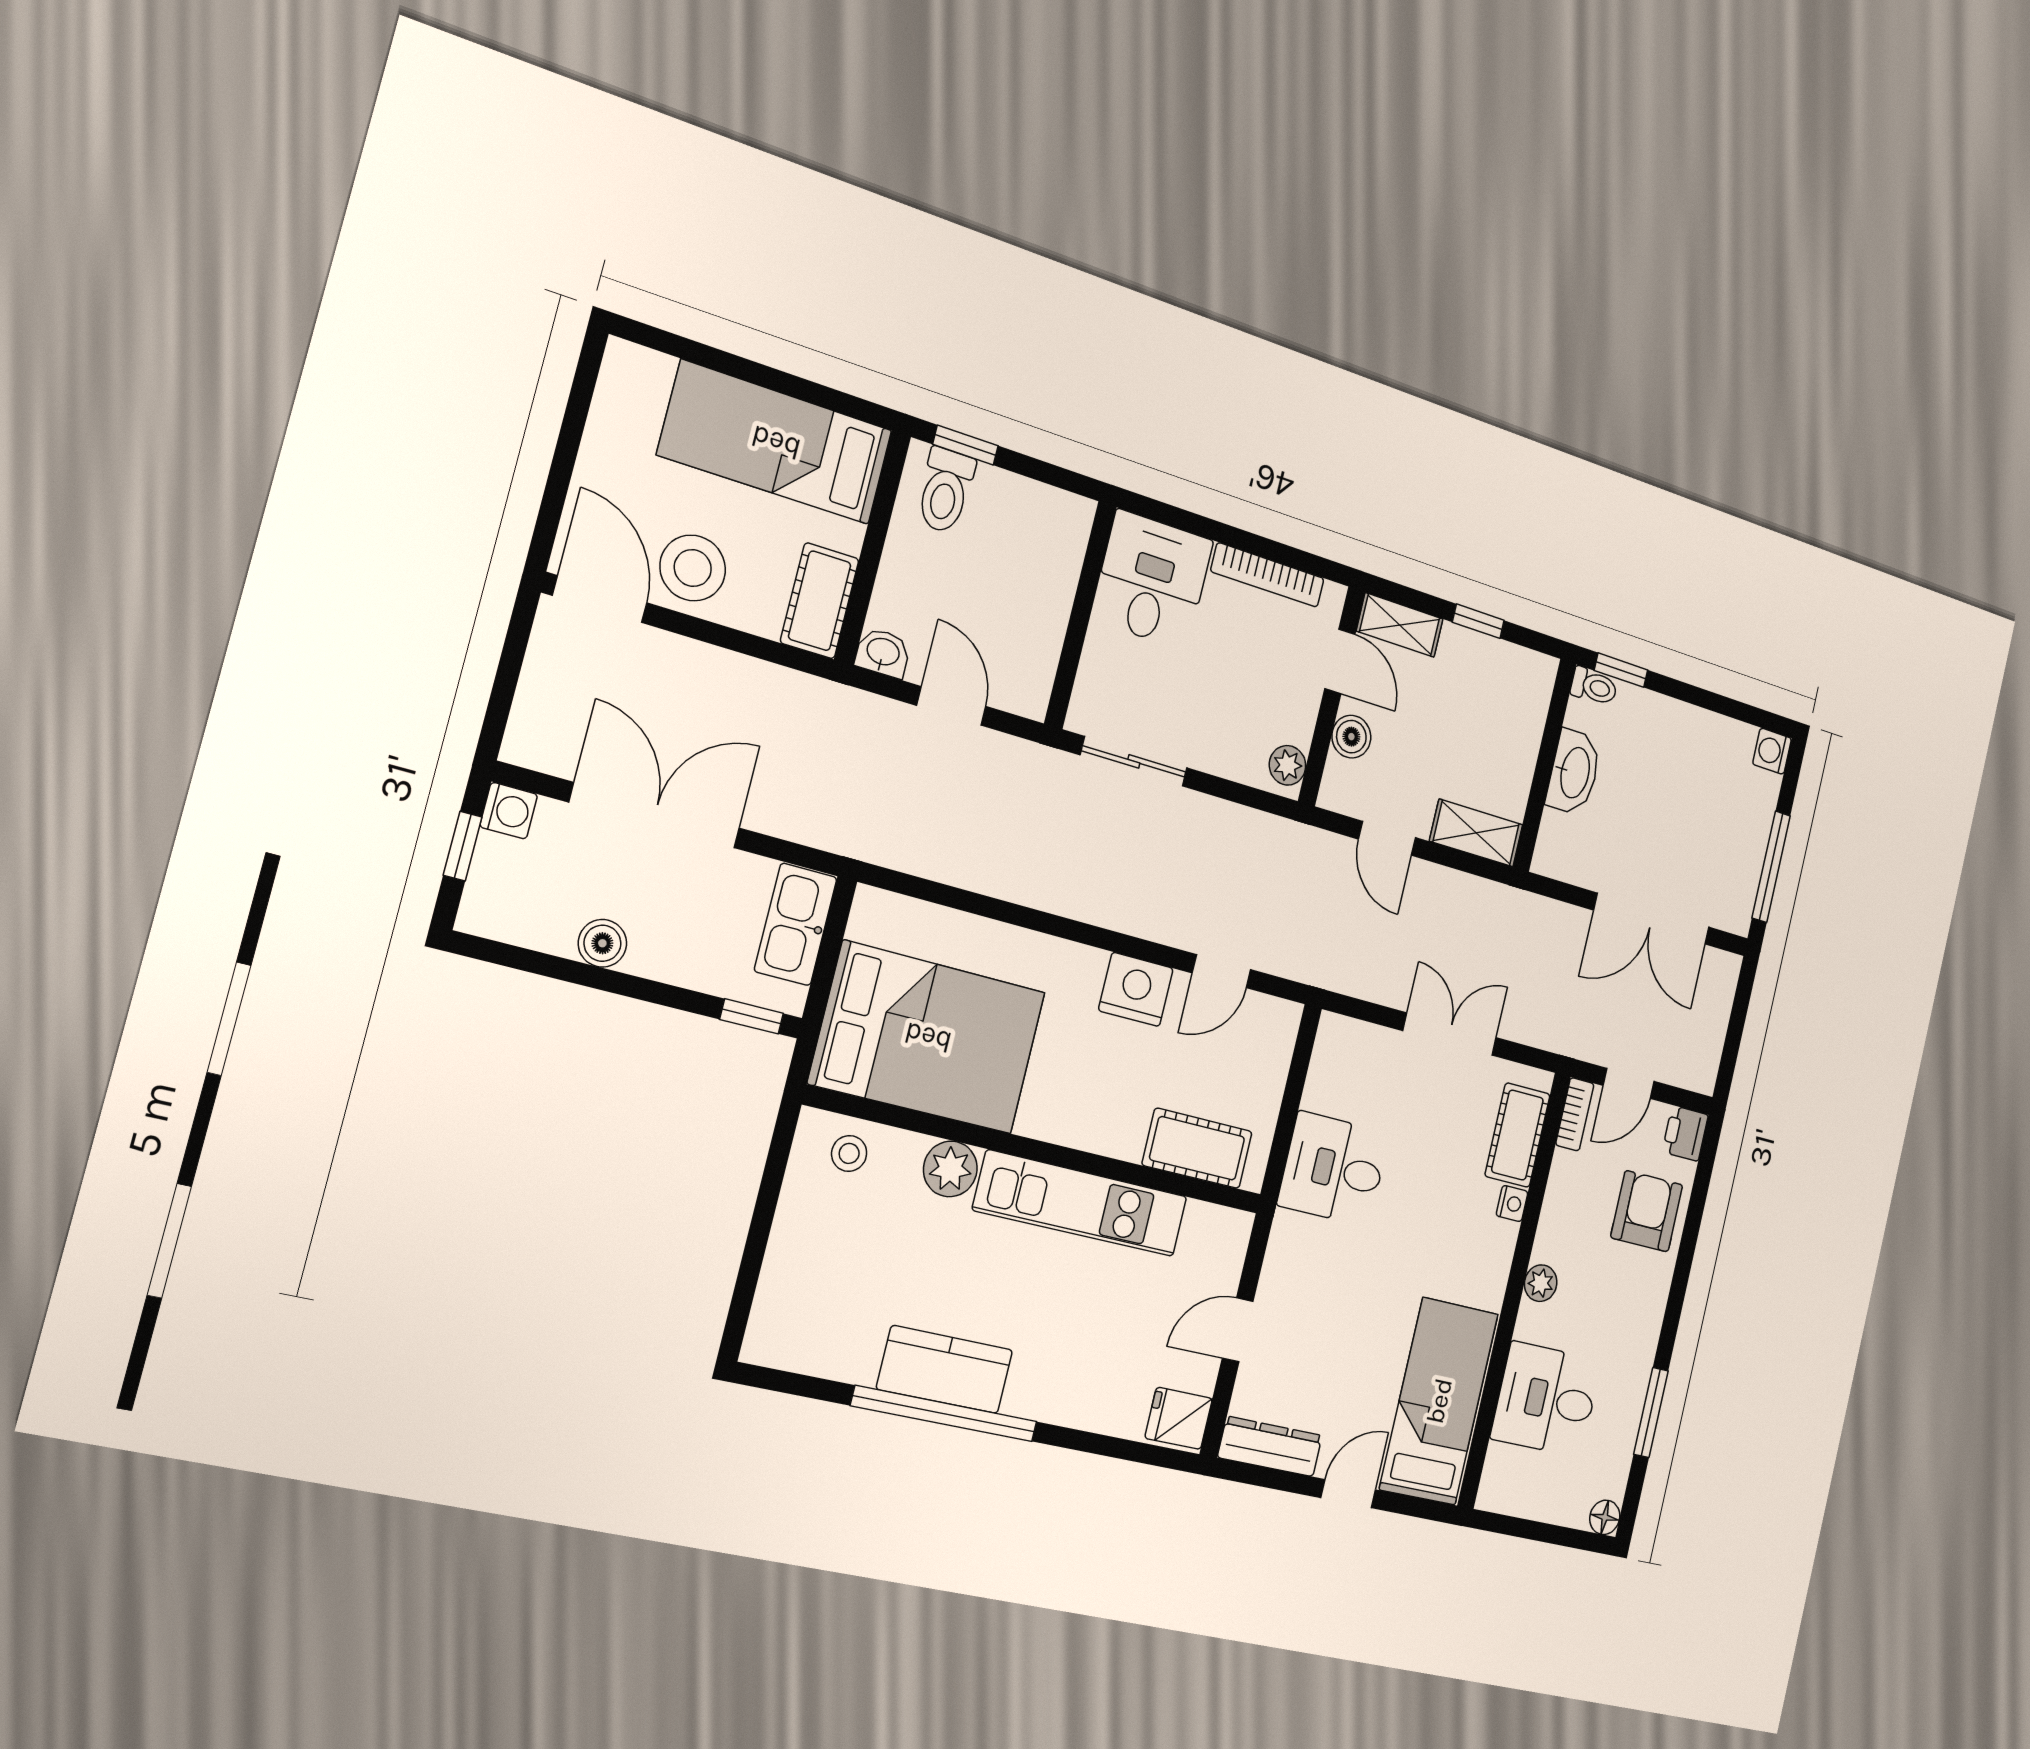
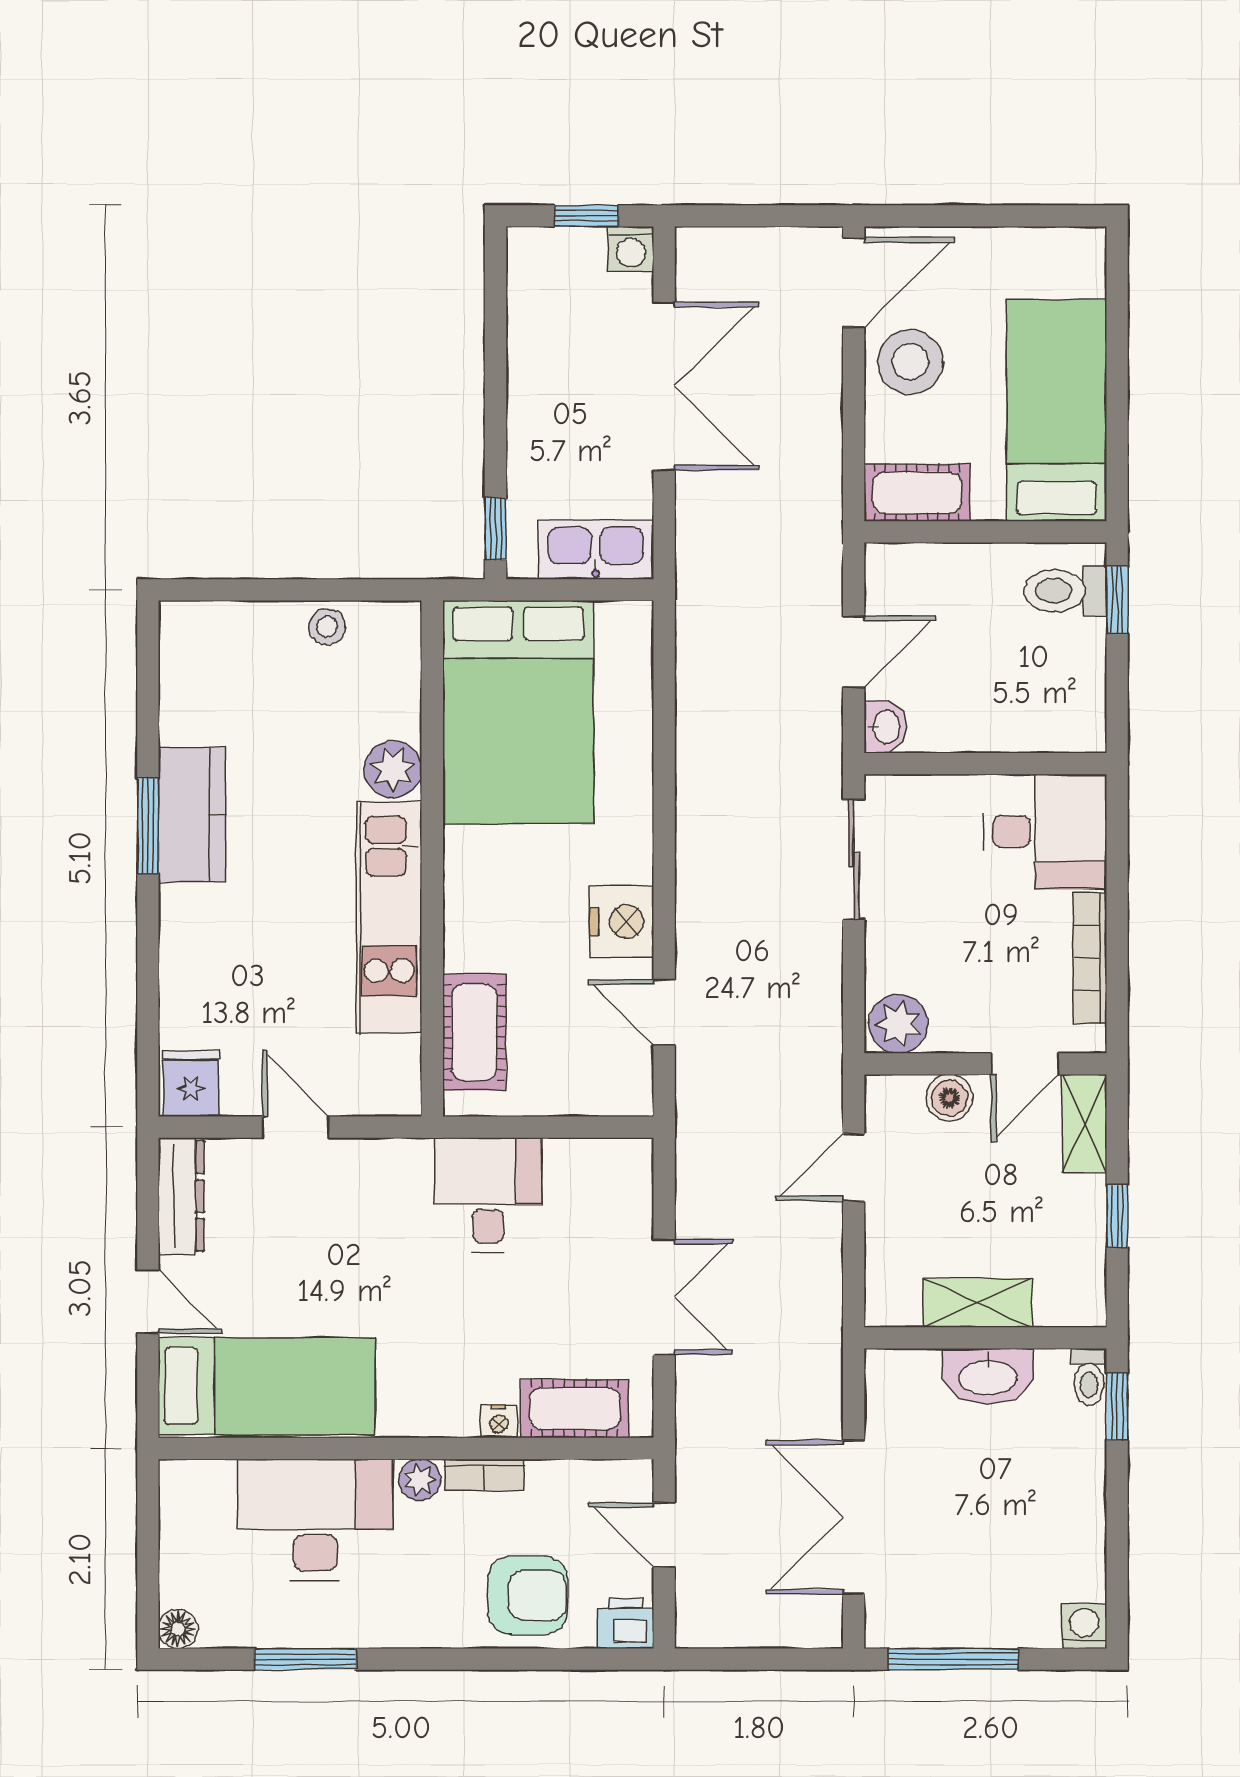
washbasin: (883, 653) -> (885, 727), moved
plant: (1287, 765) -> (898, 1024), width x1.38, depth x1.38
shelving: (1476, 833) -> (977, 1303), moved, turned 90
boiler: (602, 943) -> (529, 368), removed
bookcase: (1575, 1114) -> (484, 1475), moved
stool: (849, 1153) -> (327, 627), moved
desk: (1546, 1399) -> (315, 1520), width x1.37
window: (945, 1414) -> (148, 826), width x0.47

